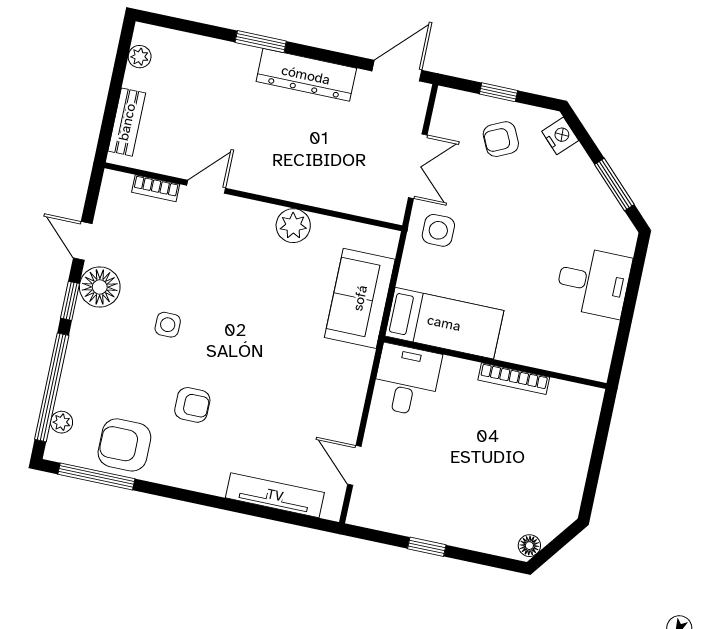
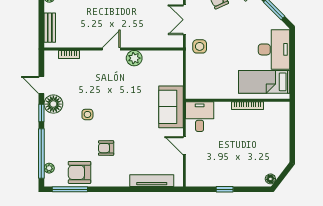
double door: (418, 166) -> (184, 20), swing flipped
door: (206, 187) -> (111, 49), moved
desk: (593, 282) -> (274, 49), width x1.37
sofa: (360, 298) -> (171, 107), moved
bed: (444, 323) -> (264, 82), moved, turned 180
armchair: (192, 405) -> (106, 148), turned 180
door: (354, 465) -> (184, 146), moved

